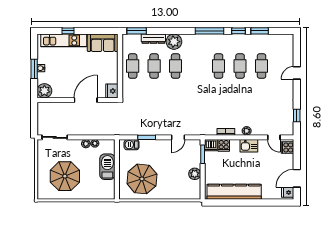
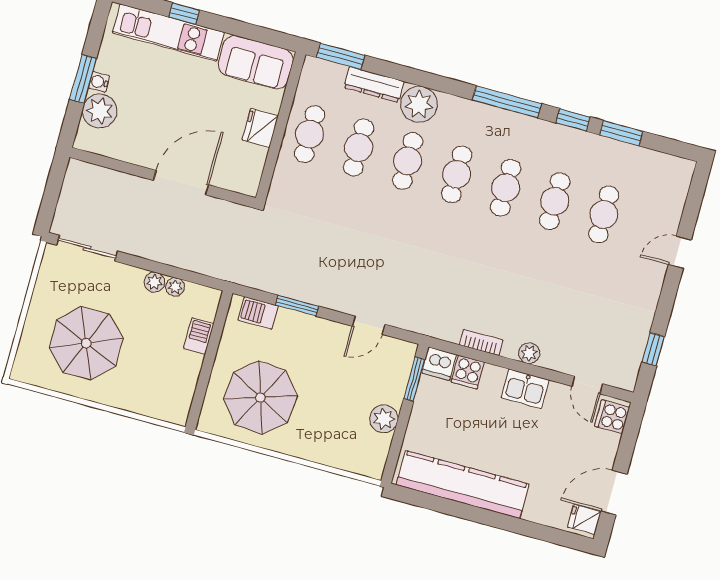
cafe table: (197, 66) -> (457, 174), added
plant: (44, 91) -> (100, 111), moved
fridge: (112, 91) -> (260, 128), moved
barbecue: (107, 167) -> (199, 336), width x0.53, depth x0.65

